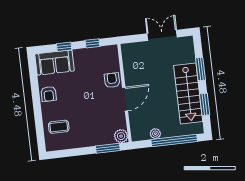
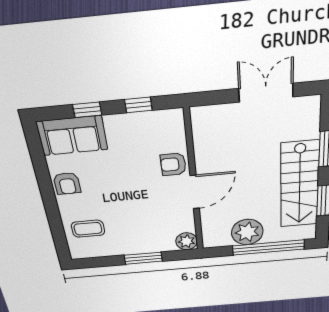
armchair: (112, 80) -> (173, 164), turned -90
plant: (155, 134) -> (247, 232), width x1.87, depth x1.87
window: (108, 148) -> (143, 258), moved

